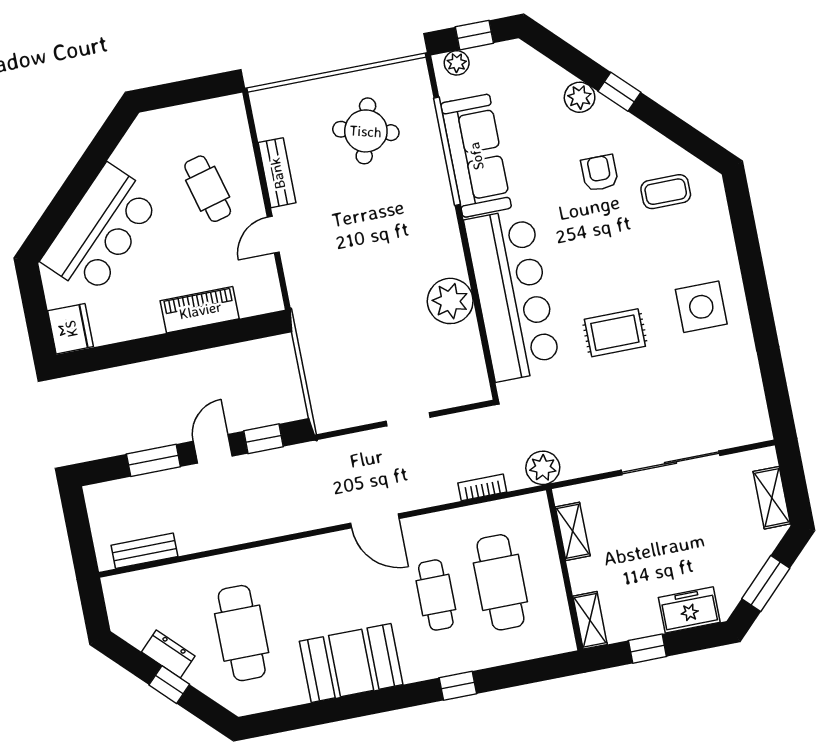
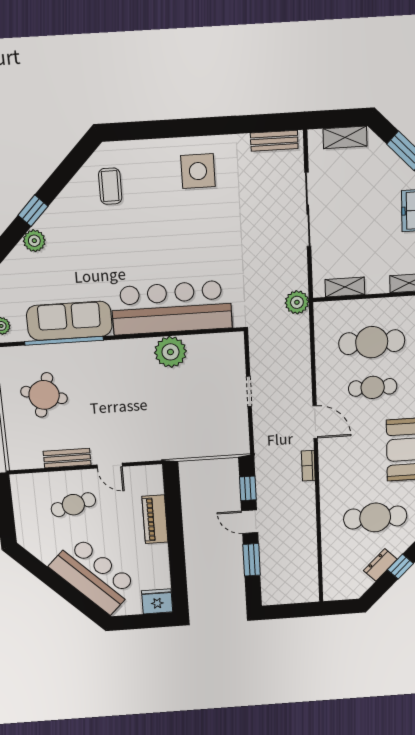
armchair: (600, 173) -> (91, 233), removed
rug: (615, 333) -> (208, 238), removed
bookcase: (482, 487) -> (308, 466), moved
door: (375, 521) -> (315, 422), hinge flipped
bench: (144, 551) -> (274, 141), moved, turned 90

